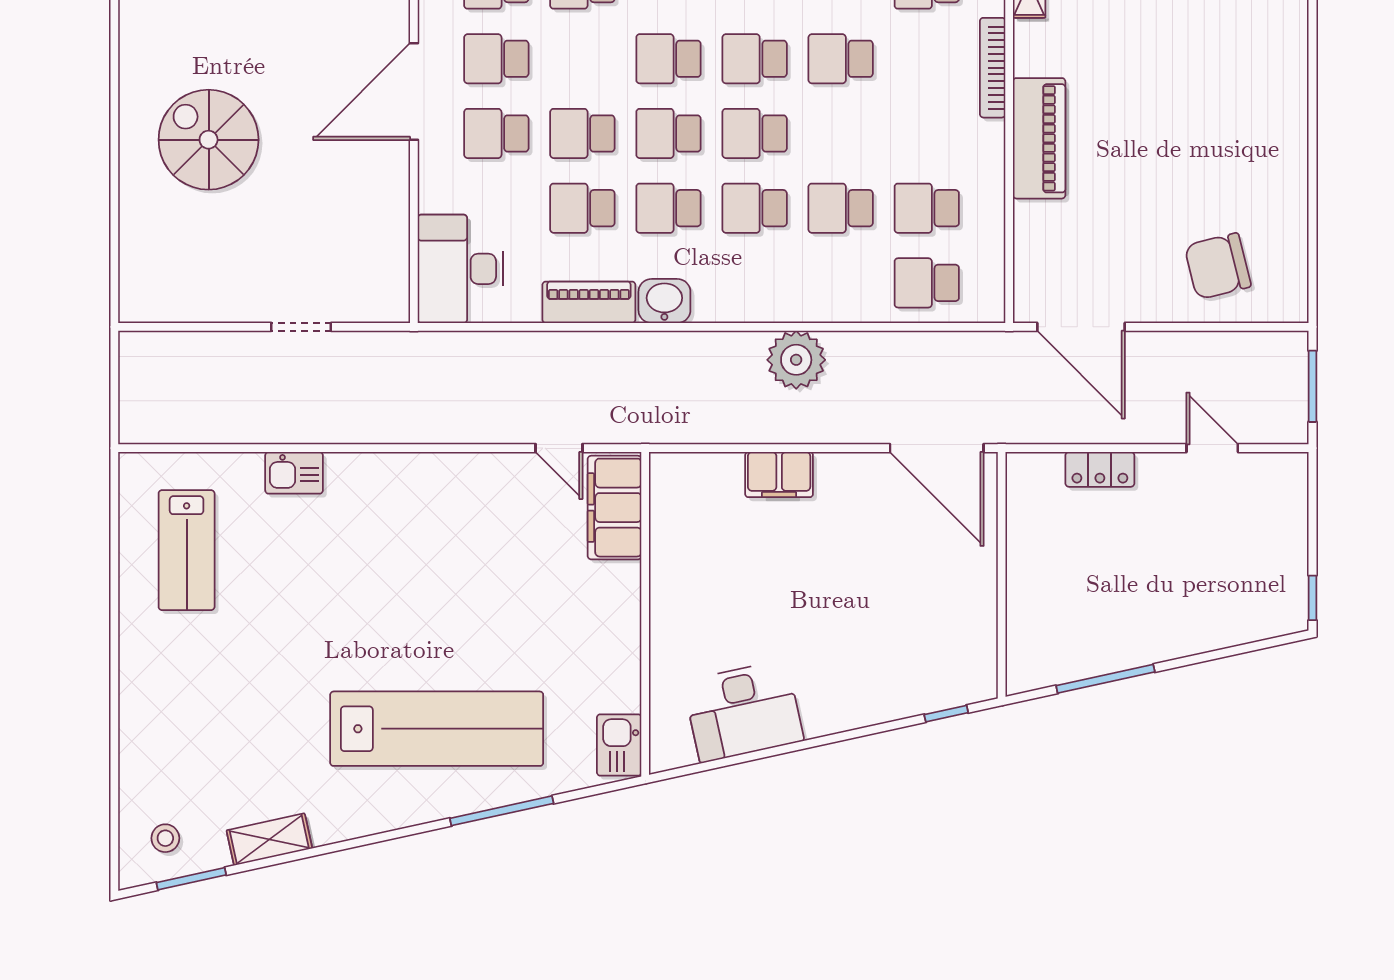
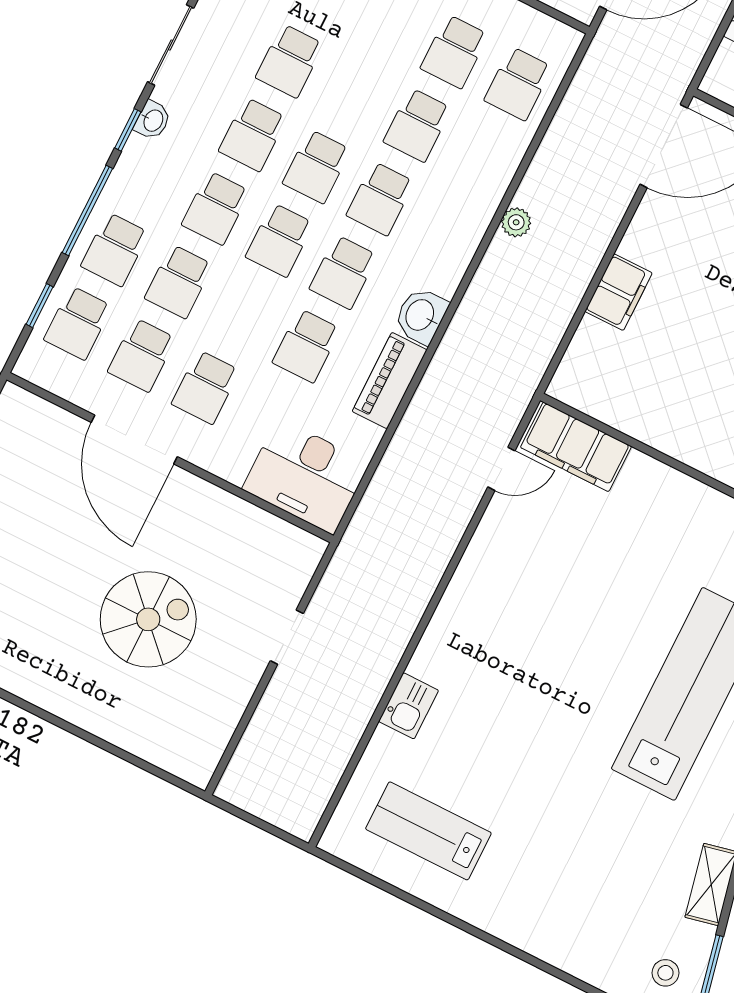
school desk: (582, 133) -> (179, 281), moved
spiral stairs: (209, 140) -> (148, 619), moved, turned 180
plant: (796, 360) -> (516, 222), width x0.53, depth x0.53
lab bench: (187, 550) -> (428, 831), turned 180

